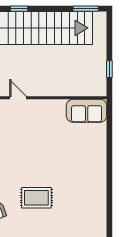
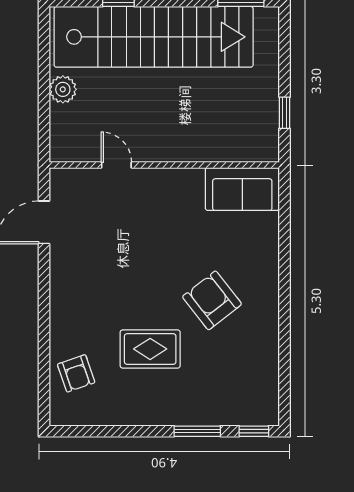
armchair: (70, 171) -> (212, 300), added

